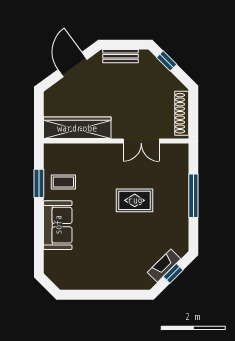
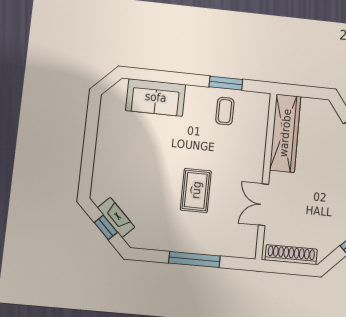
sofa: (58, 225) -> (156, 97), moved

